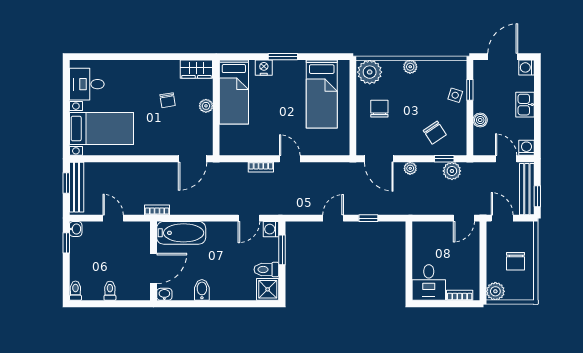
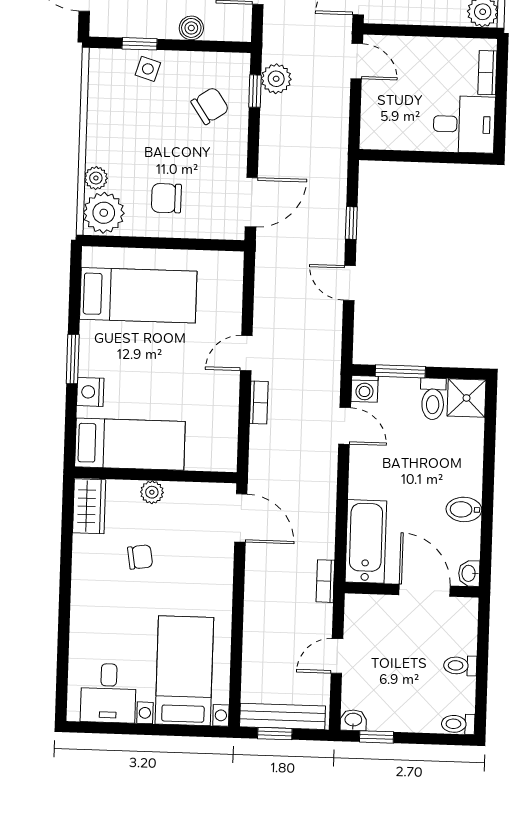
plant: (410, 67) -> (96, 178), moved
plant: (410, 168) -> (269, 149), removed

